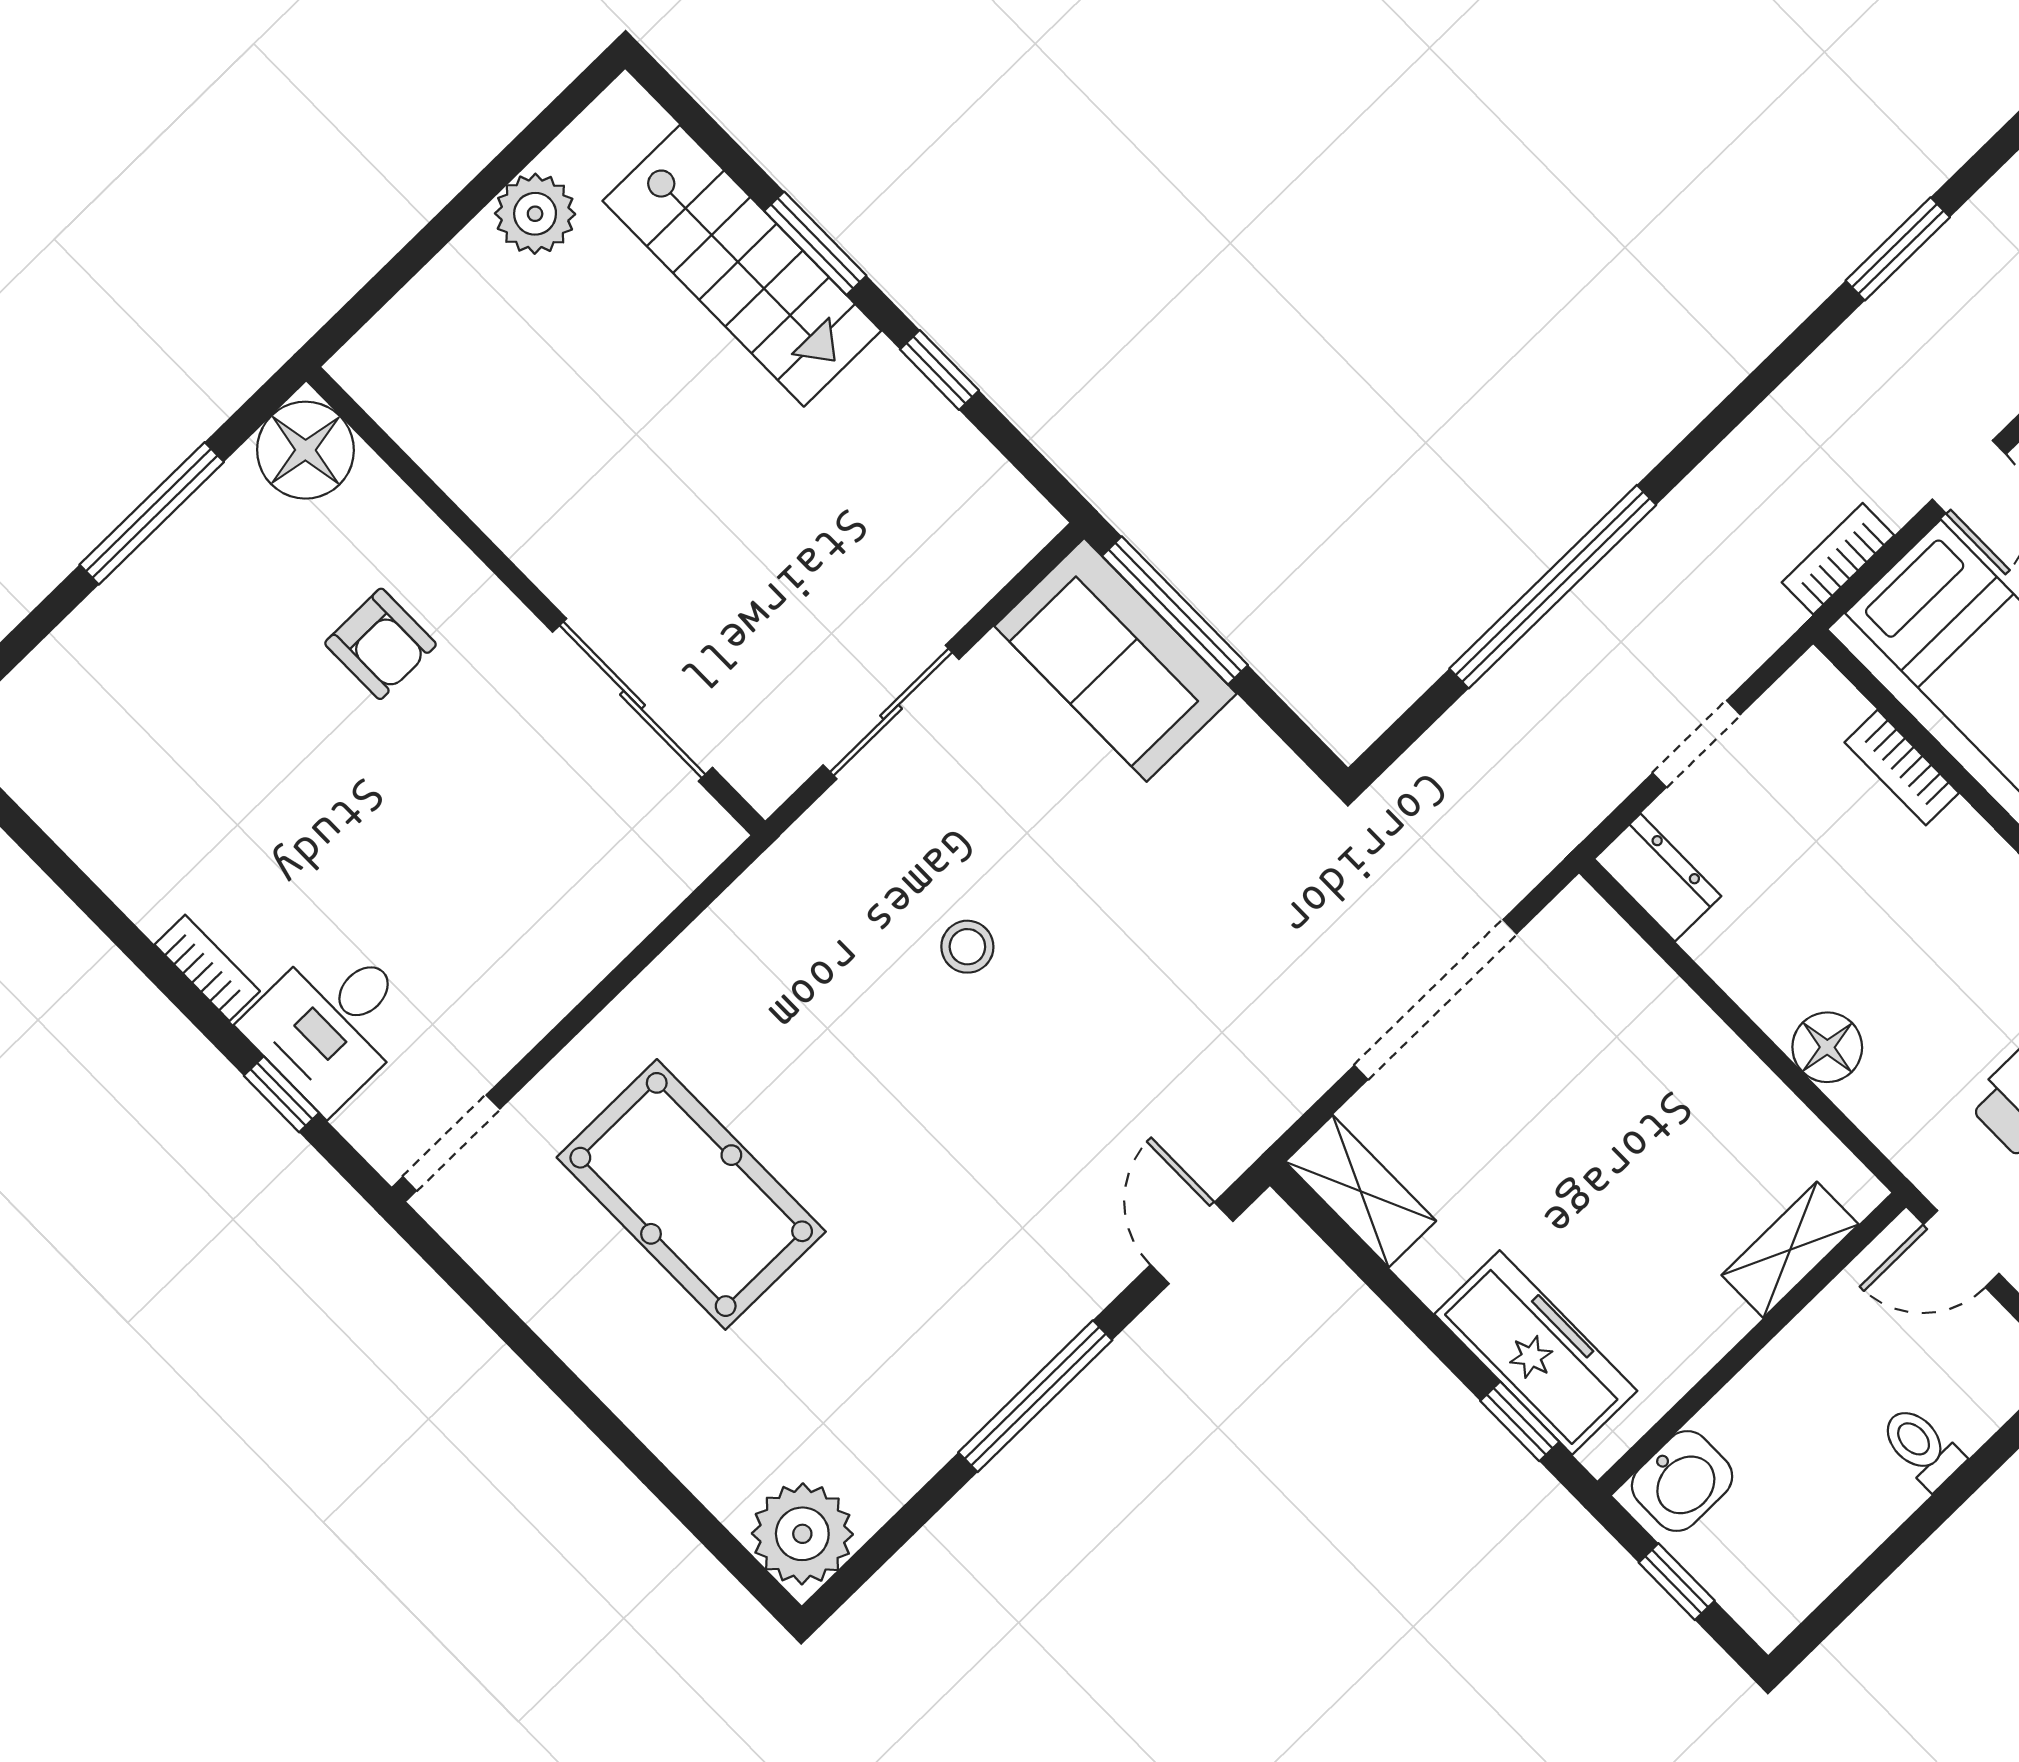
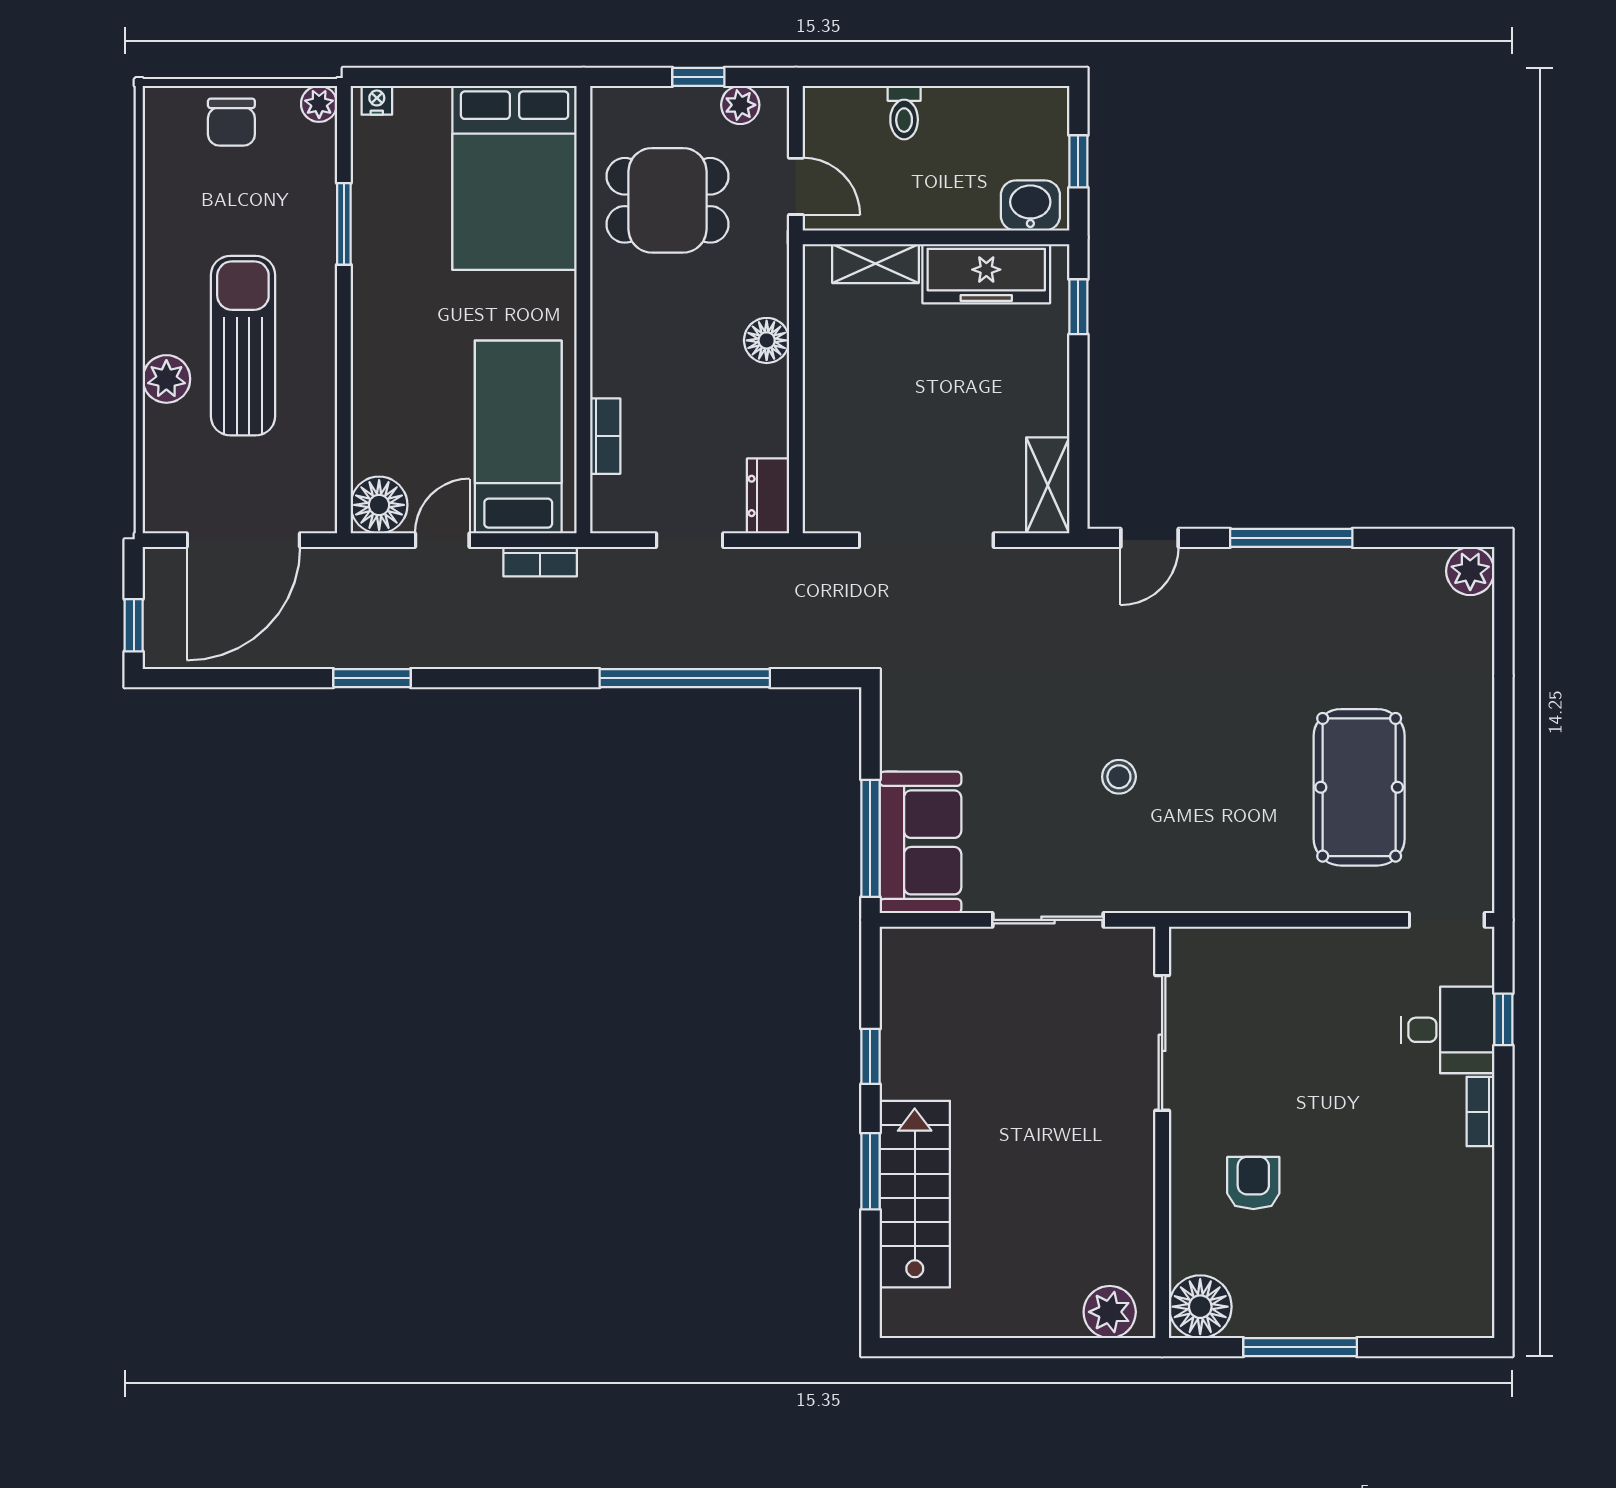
plant: (535, 214) -> (1110, 1312), moved
freezer: (1536, 1352) -> (986, 274), moved, turned -90
plant: (802, 1534) -> (1470, 571), width x0.73, depth x0.73

